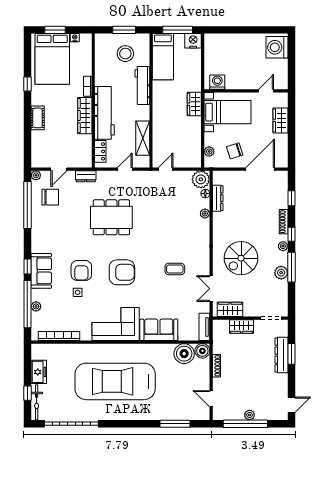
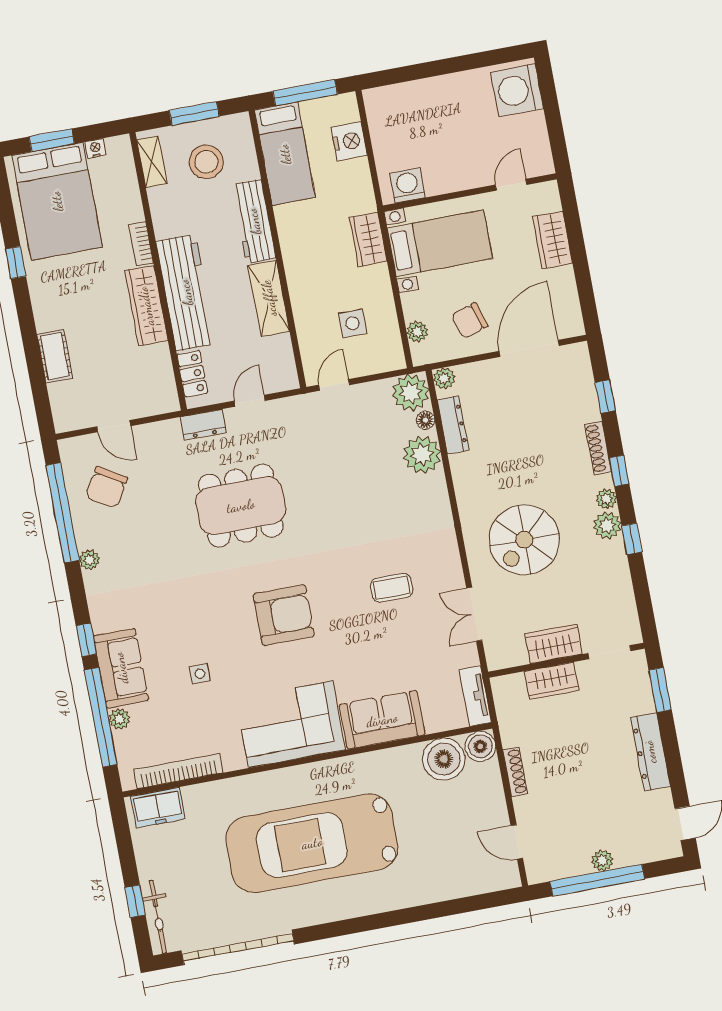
nightstand: (193, 41) -> (349, 141), moved, turned 90
shelving: (100, 49) -> (152, 162), added
cot: (38, 118) -> (55, 356), moved
shelving: (143, 138) -> (269, 298), moved
side table: (180, 142) -> (353, 323), added
door: (59, 169) -> (114, 426), hinge flipped
plant: (36, 175) -> (89, 560), moved
dresser: (86, 176) -> (203, 425), moved
plant: (218, 176) -> (444, 378), added
chair: (50, 197) -> (106, 487), turned 121
plant: (205, 214) -> (422, 455), width x1.87, depth x1.87
window: (291, 267) -> (632, 539), width x0.46
armchair: (81, 270) -> (199, 627), removed
sofa: (41, 271) -> (121, 668), moved
plant: (281, 273) -> (607, 525), moved
wardrobe: (230, 309) -> (553, 644), moved
window: (291, 354) -> (660, 690), moved
dresser: (281, 355) -> (650, 752), moved
freezer: (39, 372) -> (158, 807), moved, turned 90
window: (175, 424) -> (452, 907), removed

